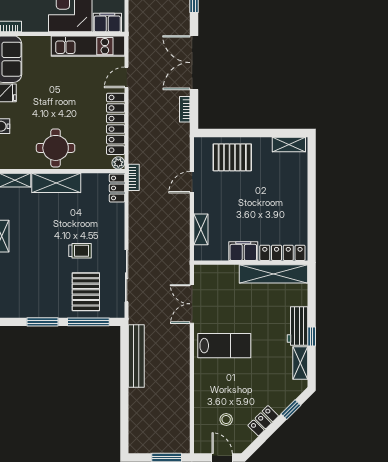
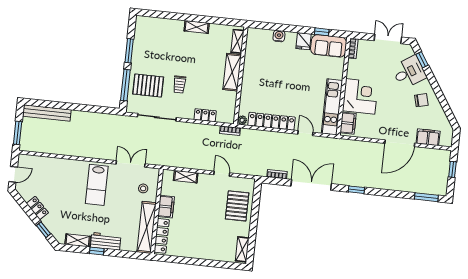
round table: (56, 148) -> (258, 74), removed
locker: (117, 188) -> (205, 115), moved
bench: (136, 356) -> (47, 113), moved
stool: (226, 419) -> (143, 188), moved

